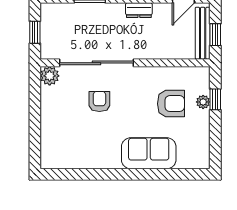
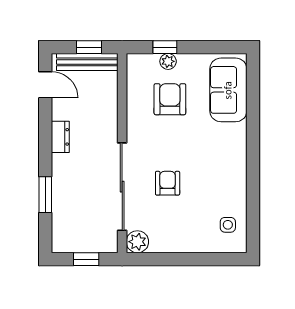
armchair: (99, 102) -> (168, 183), turned 90
side table: (64, 153) -> (228, 225), added
sofa: (149, 153) -> (228, 90), moved

